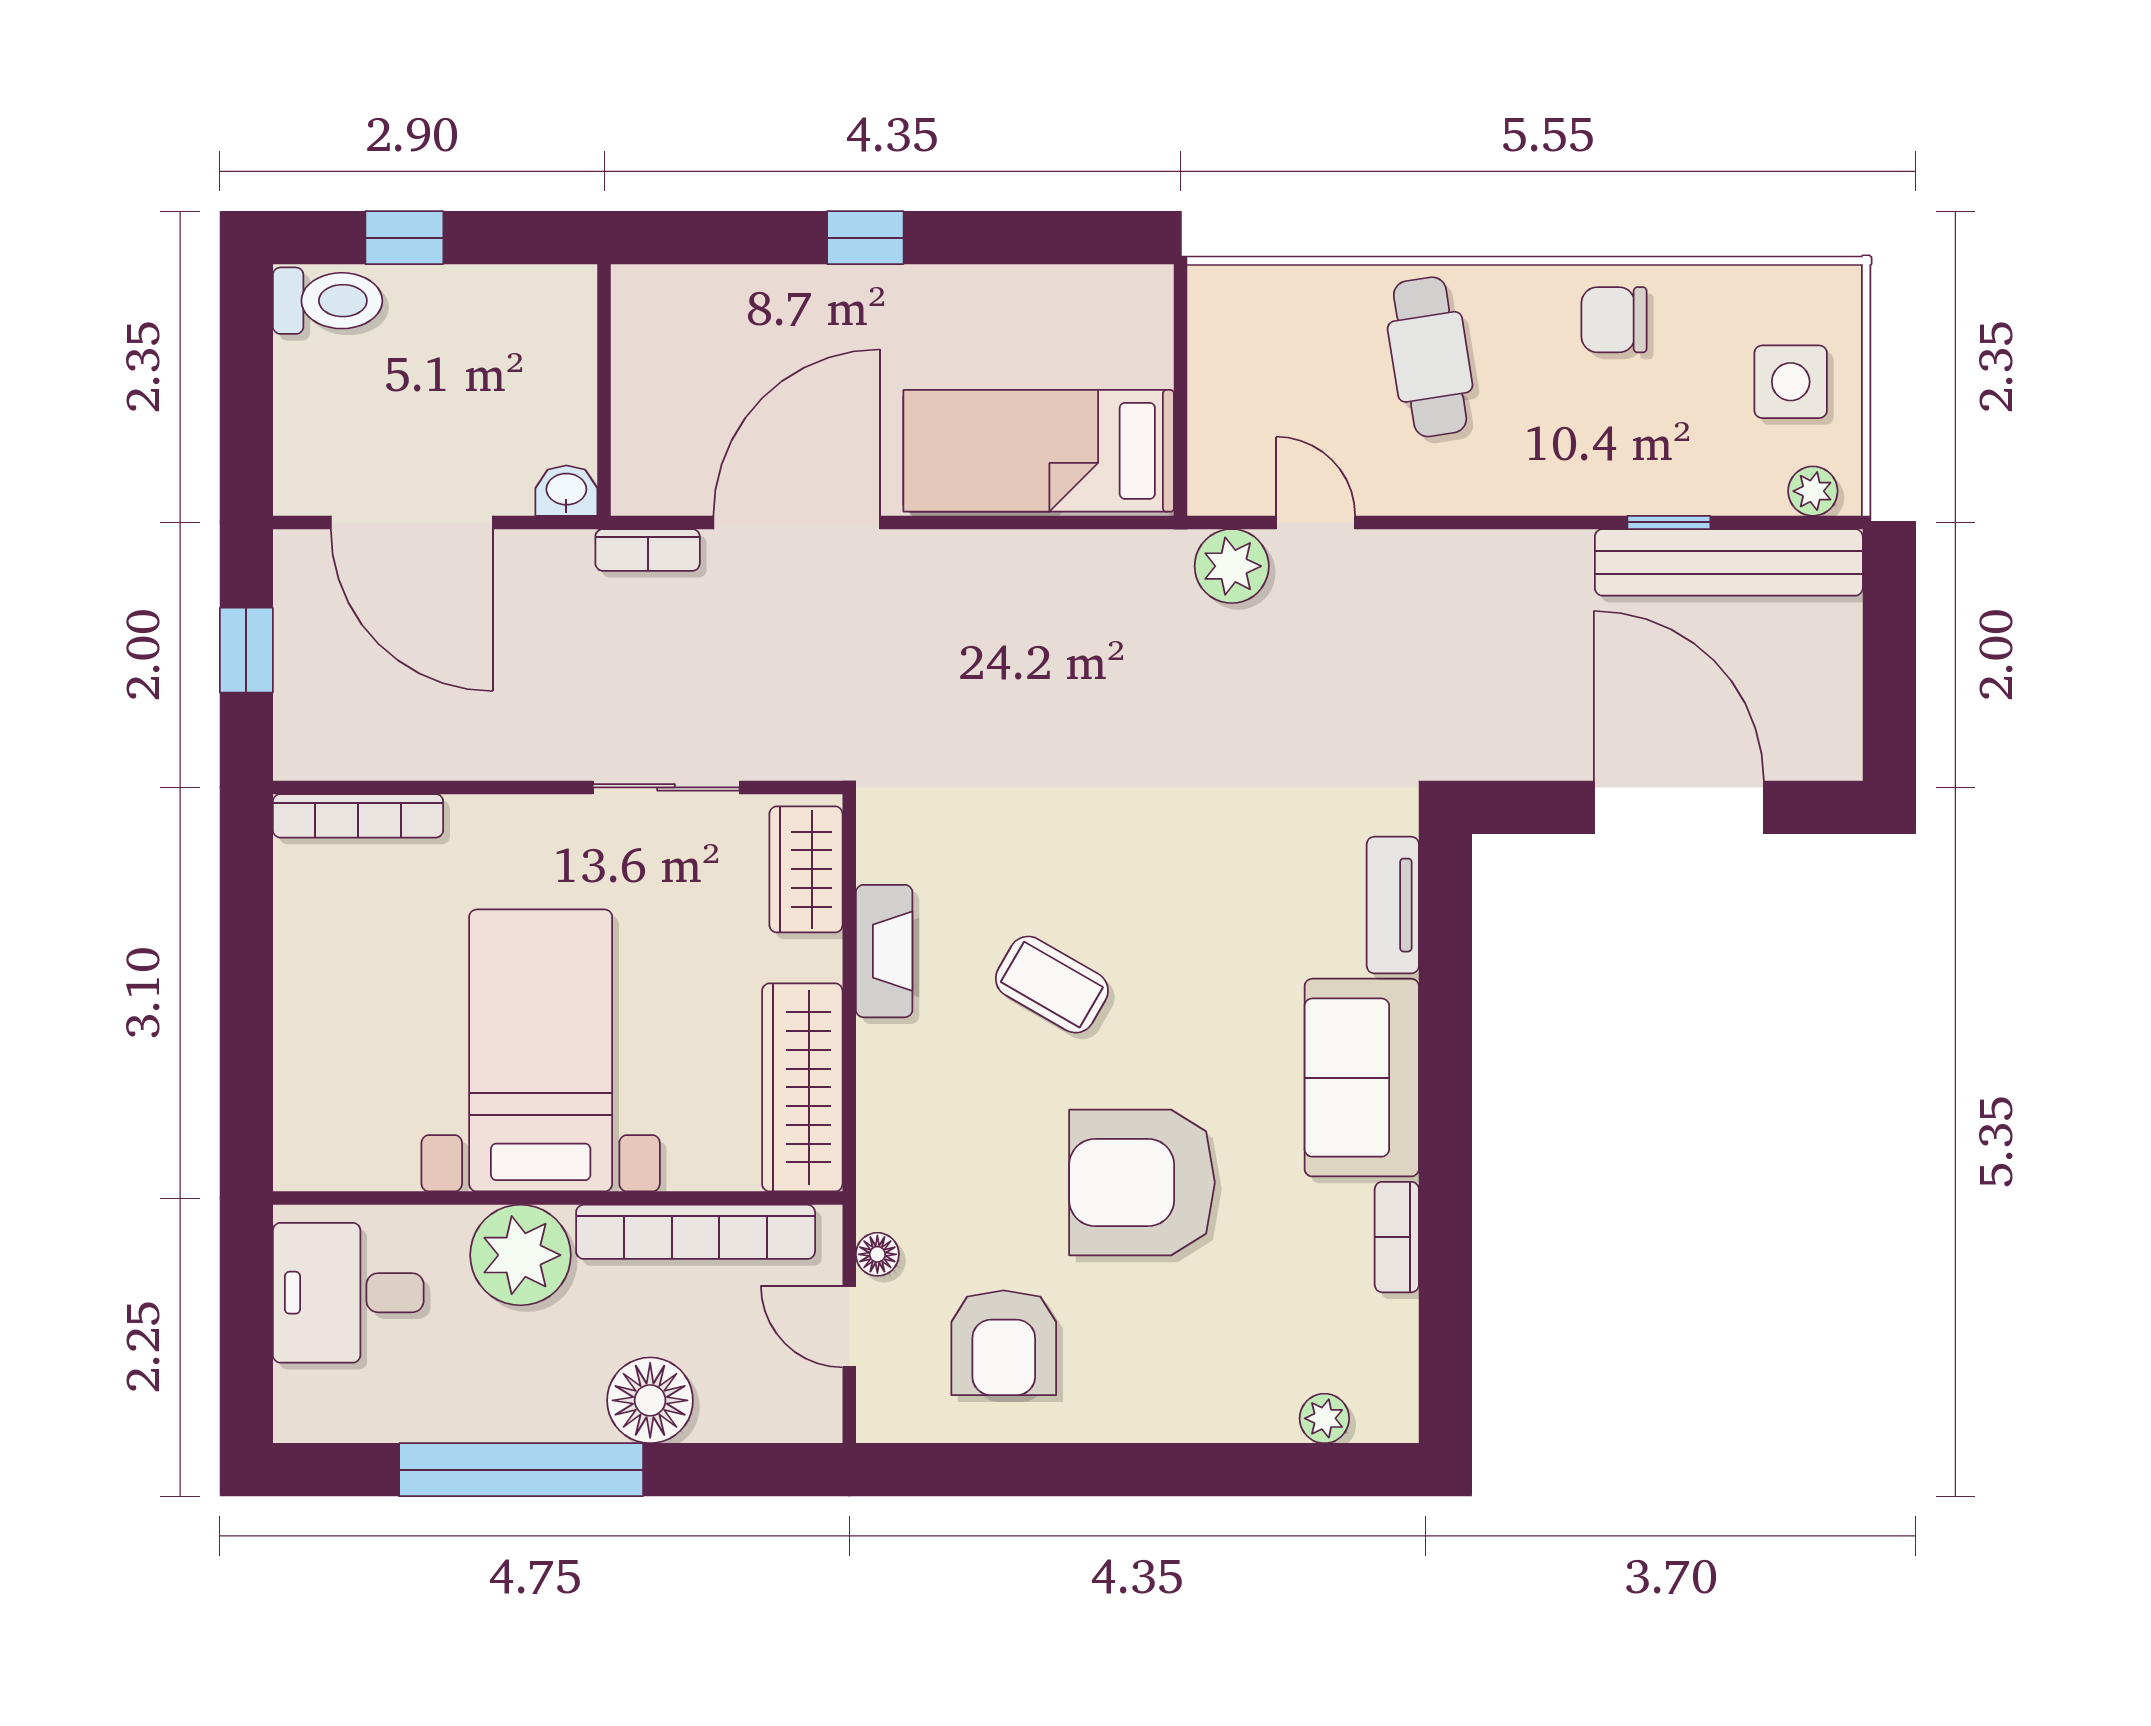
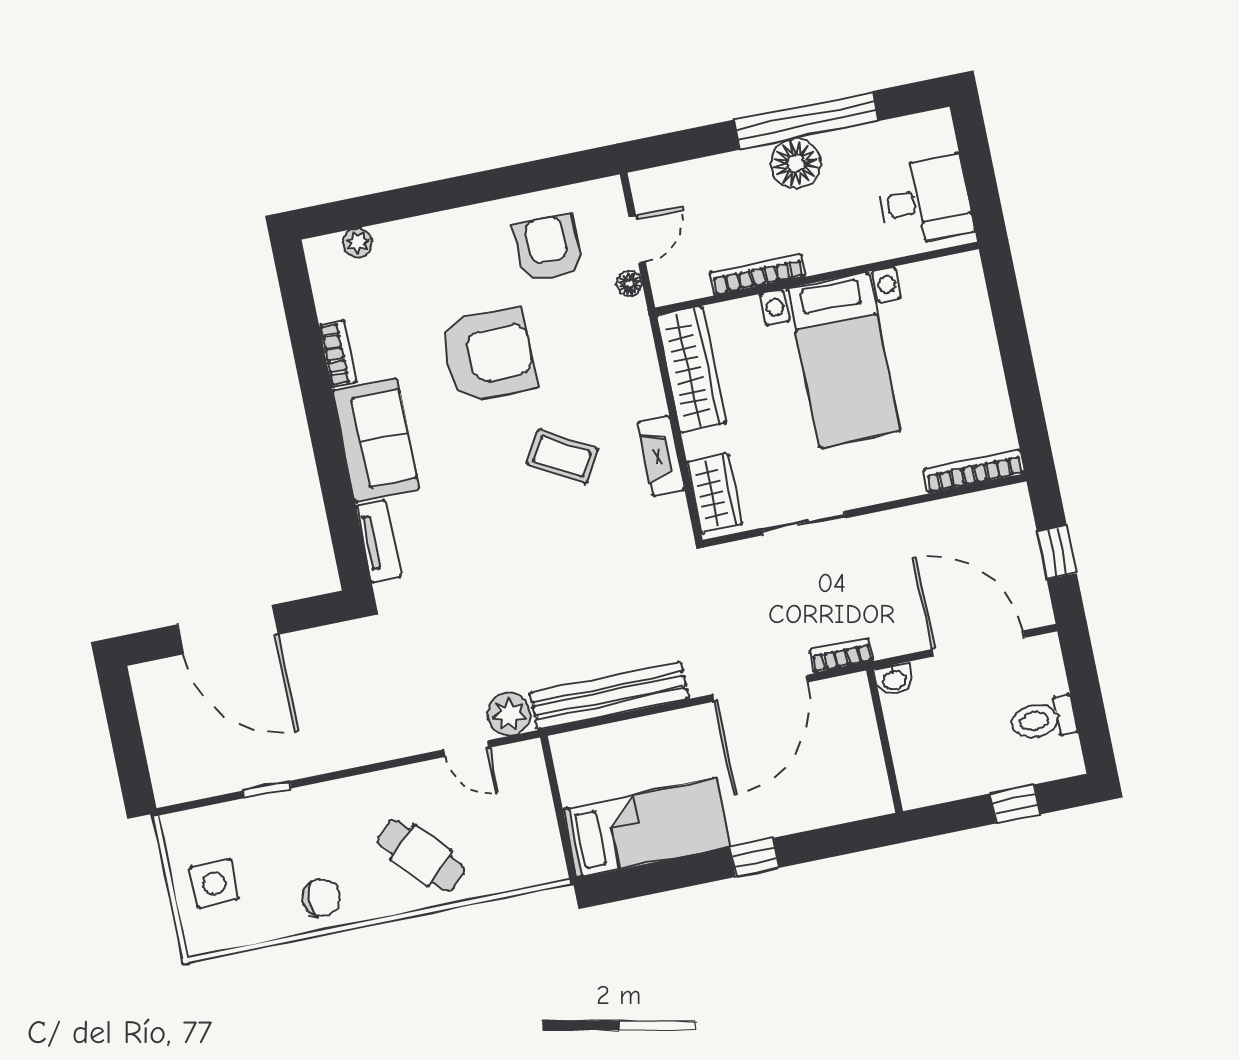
toilet: (328, 301) -> (1043, 719), moved
cafe table: (1430, 357) -> (421, 855), turned -35
bed: (1039, 451) -> (646, 828), moved
plant: (1813, 491) -> (189, 824), removed
bench: (1729, 562) -> (609, 696), moved
bookcase: (696, 1232) -> (758, 274), width x0.68, depth x0.76
plant: (520, 1255) -> (831, 242), removed
door: (849, 1327) -> (637, 239), hinge flipped
floor lamp: (650, 1400) -> (796, 163), moved

